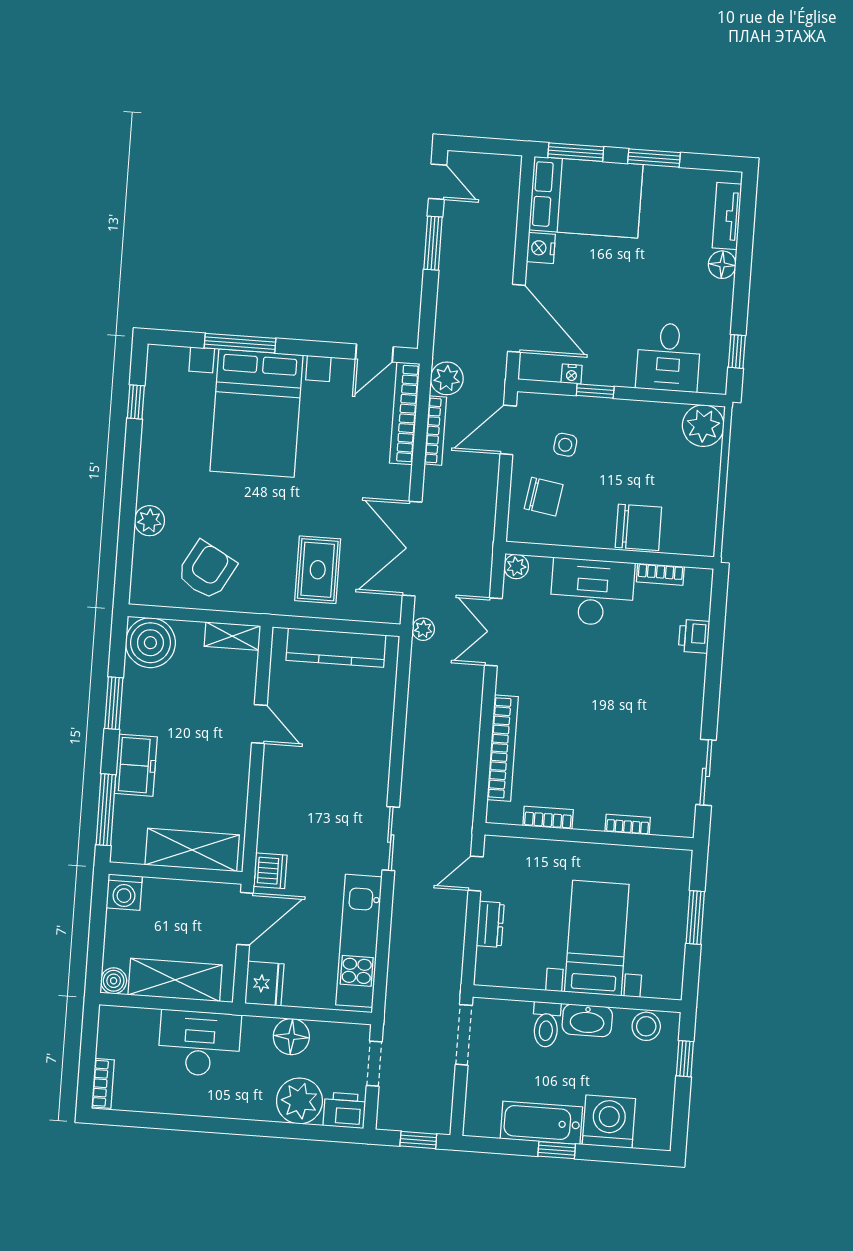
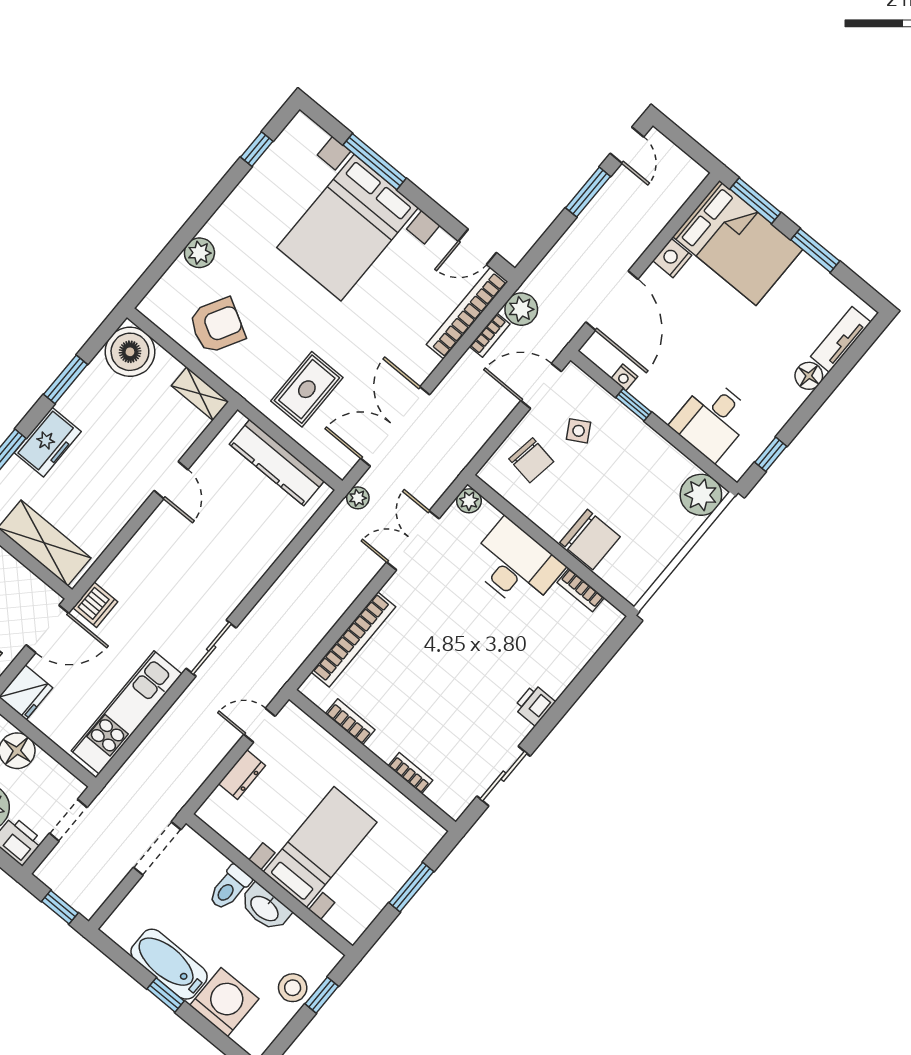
bookcase: (435, 431) -> (490, 335), width x0.64
side table: (565, 445) -> (579, 431), turned -37
printer: (694, 636) -> (534, 705), moved
stool: (646, 1026) -> (293, 988), moved

